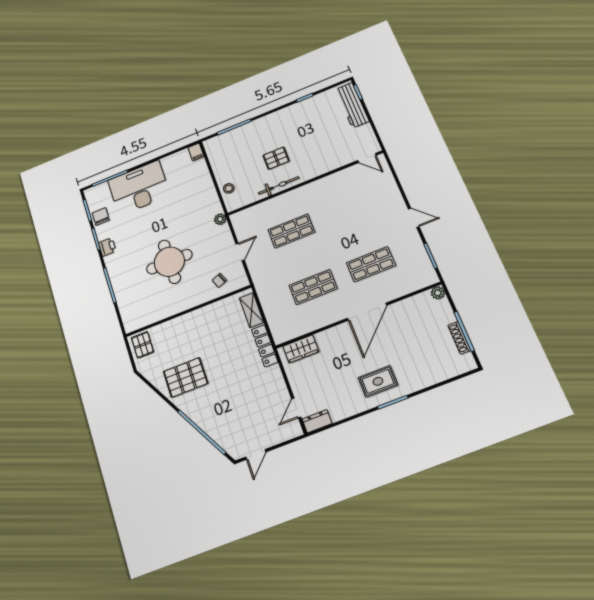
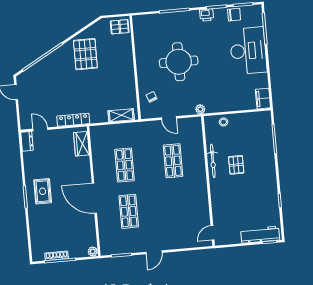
filing cabinet: (196, 152) -> (263, 99), width x2.00
locker: (265, 346) -> (73, 120), moved

